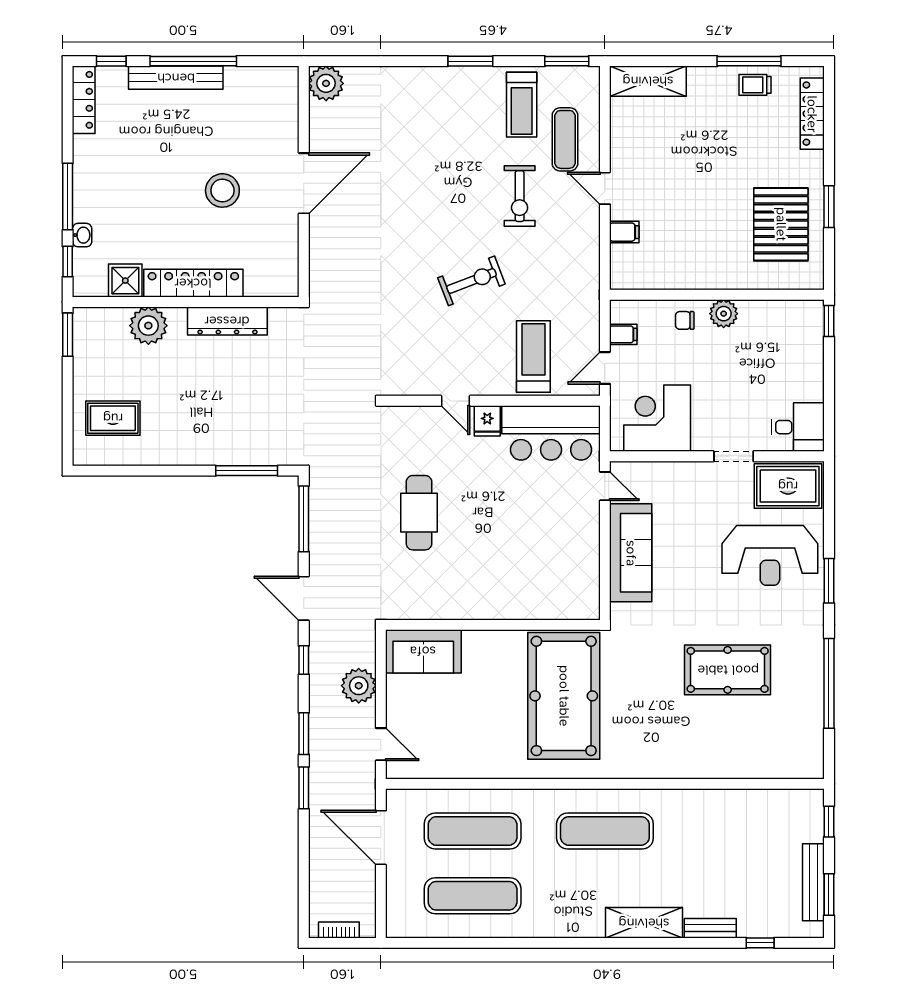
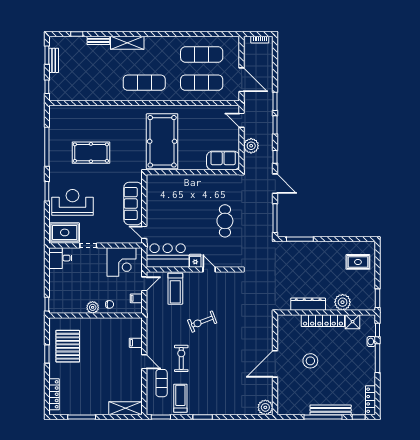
trolley: (755, 85) -> (79, 407), removed
bench: (813, 882) -> (54, 60), width x0.73

